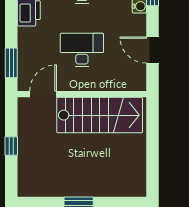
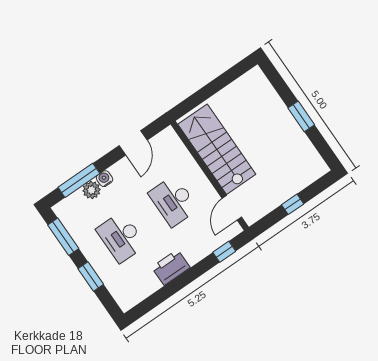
window: (11, 63) -> (224, 252), width x0.67
door: (43, 94) -> (232, 208), hinge flipped

